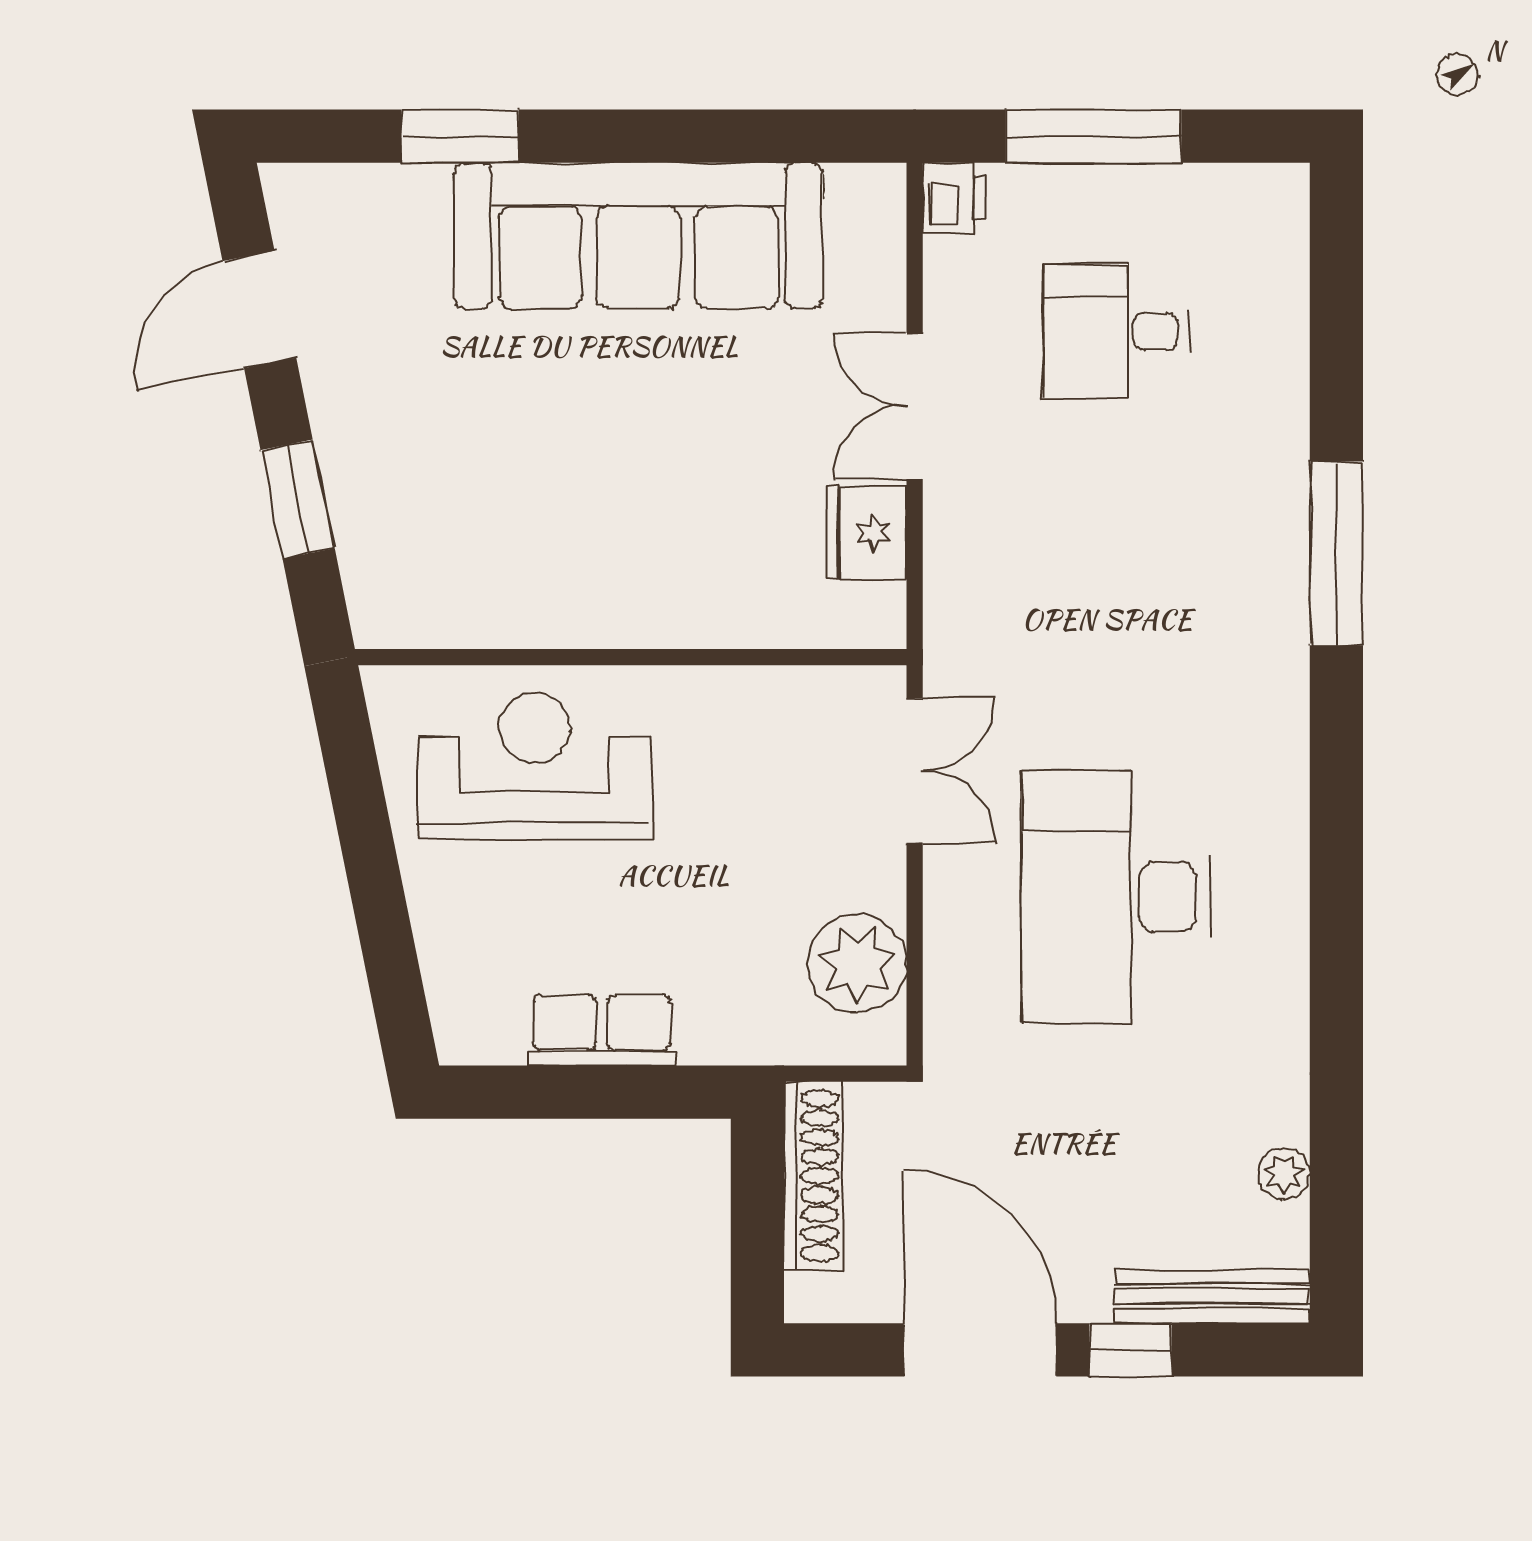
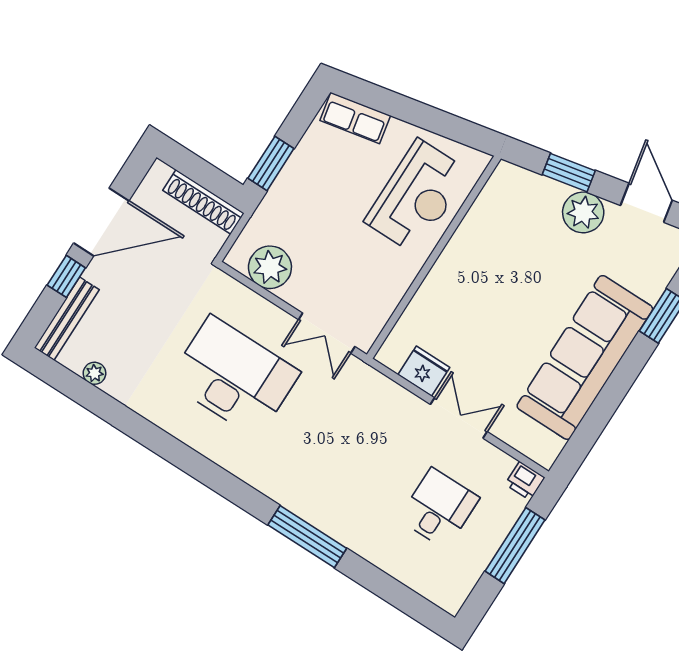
plant: (357, 421) -> (583, 212), added
row of seats: (602, 1030) -> (355, 118), moved, turned 79
window: (653, 1092) -> (271, 163), added

